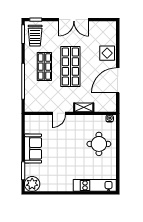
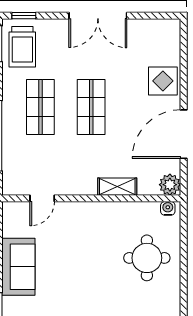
shop shelf: (70, 67) -> (91, 107), width x0.70, depth x0.74
plant: (111, 106) -> (170, 185), added
door: (59, 113) -> (42, 198), moved

